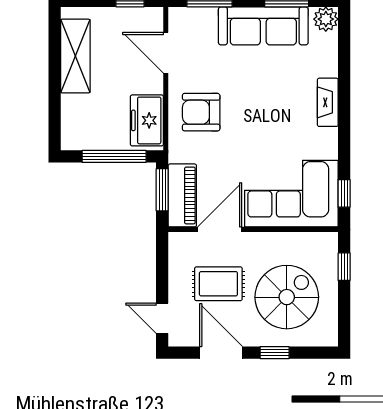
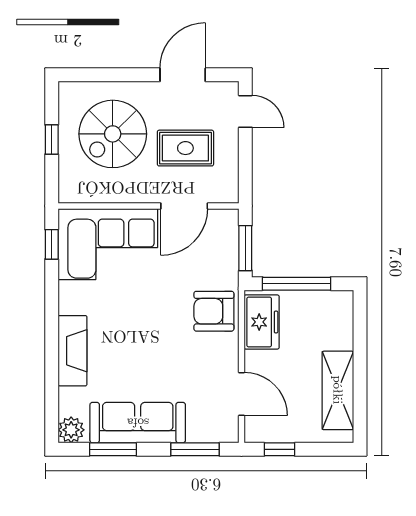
fireplace: (328, 102) -> (73, 351), width x1.37, depth x1.32
armchair: (201, 112) -> (214, 311), moved, turned 180
piano: (182, 195) -> (224, 242), removed
window: (344, 267) -> (52, 140), moved
door: (221, 353) -> (183, 75), swing flipped
window: (275, 353) -> (126, 75), removed

